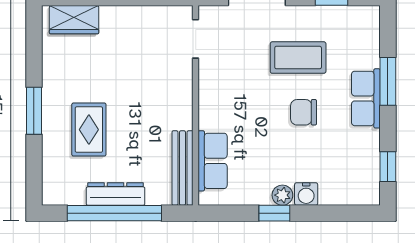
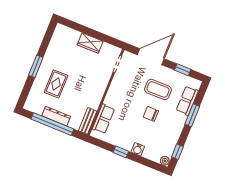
wardrobe: (74, 20) -> (90, 43), moved
row of seats: (366, 98) -> (187, 101), moved
bench: (182, 168) -> (88, 121), width x0.73
plant: (282, 195) -> (165, 161), moved

